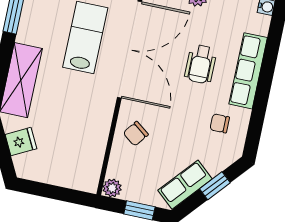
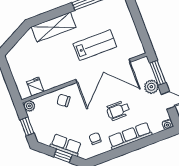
fridge: (21, 142) -> (35, 87), moved, turned -153
row of seats: (185, 185) -> (66, 145), moved

